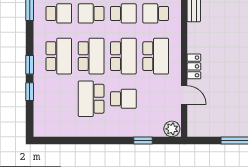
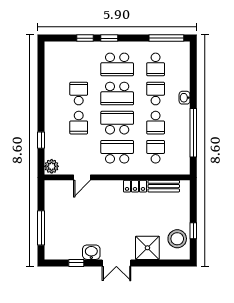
school desk: (123, 56) -> (117, 123), turned 180
school desk: (156, 56) -> (117, 152), turned 180
locker: (194, 66) -> (135, 186), moved
school desk: (91, 99) -> (79, 94), width x0.54

